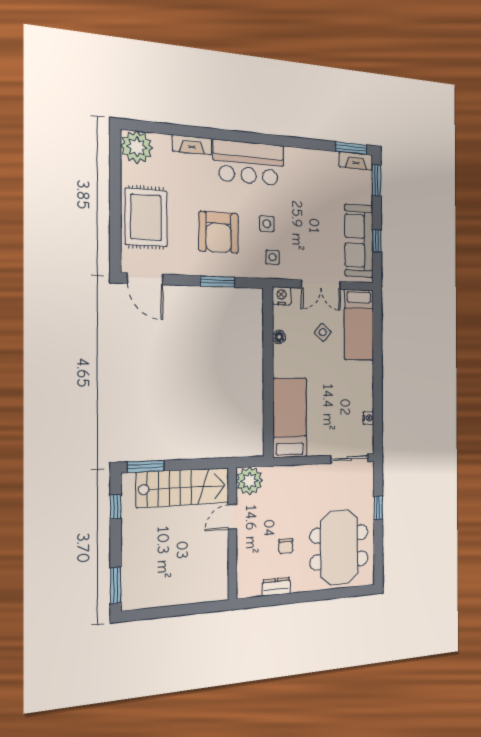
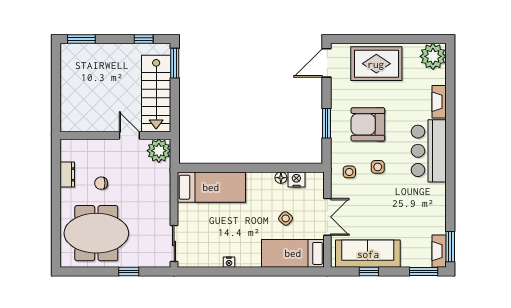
double door: (321, 285) -> (327, 217), swing flipped
nightstand: (282, 296) -> (296, 179), moved, turned -90
nightstand: (368, 418) -> (229, 262), moved

